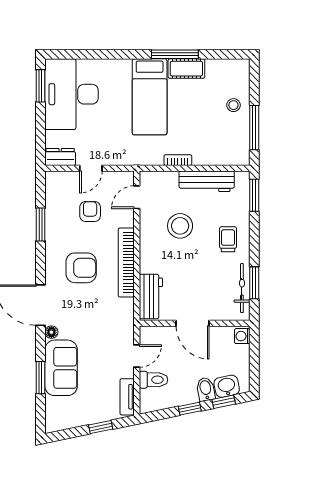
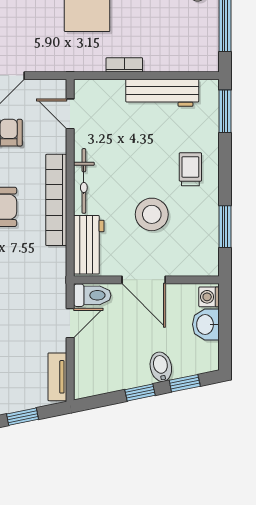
door: (137, 197) -> (70, 114), hinge flipped
stool: (180, 226) -> (152, 214), moved
bicycle: (242, 288) -> (84, 181), moved, turned 180
toilet: (153, 380) -> (92, 295), moved
washbasin: (227, 386) -> (206, 324), moved, turned -78

